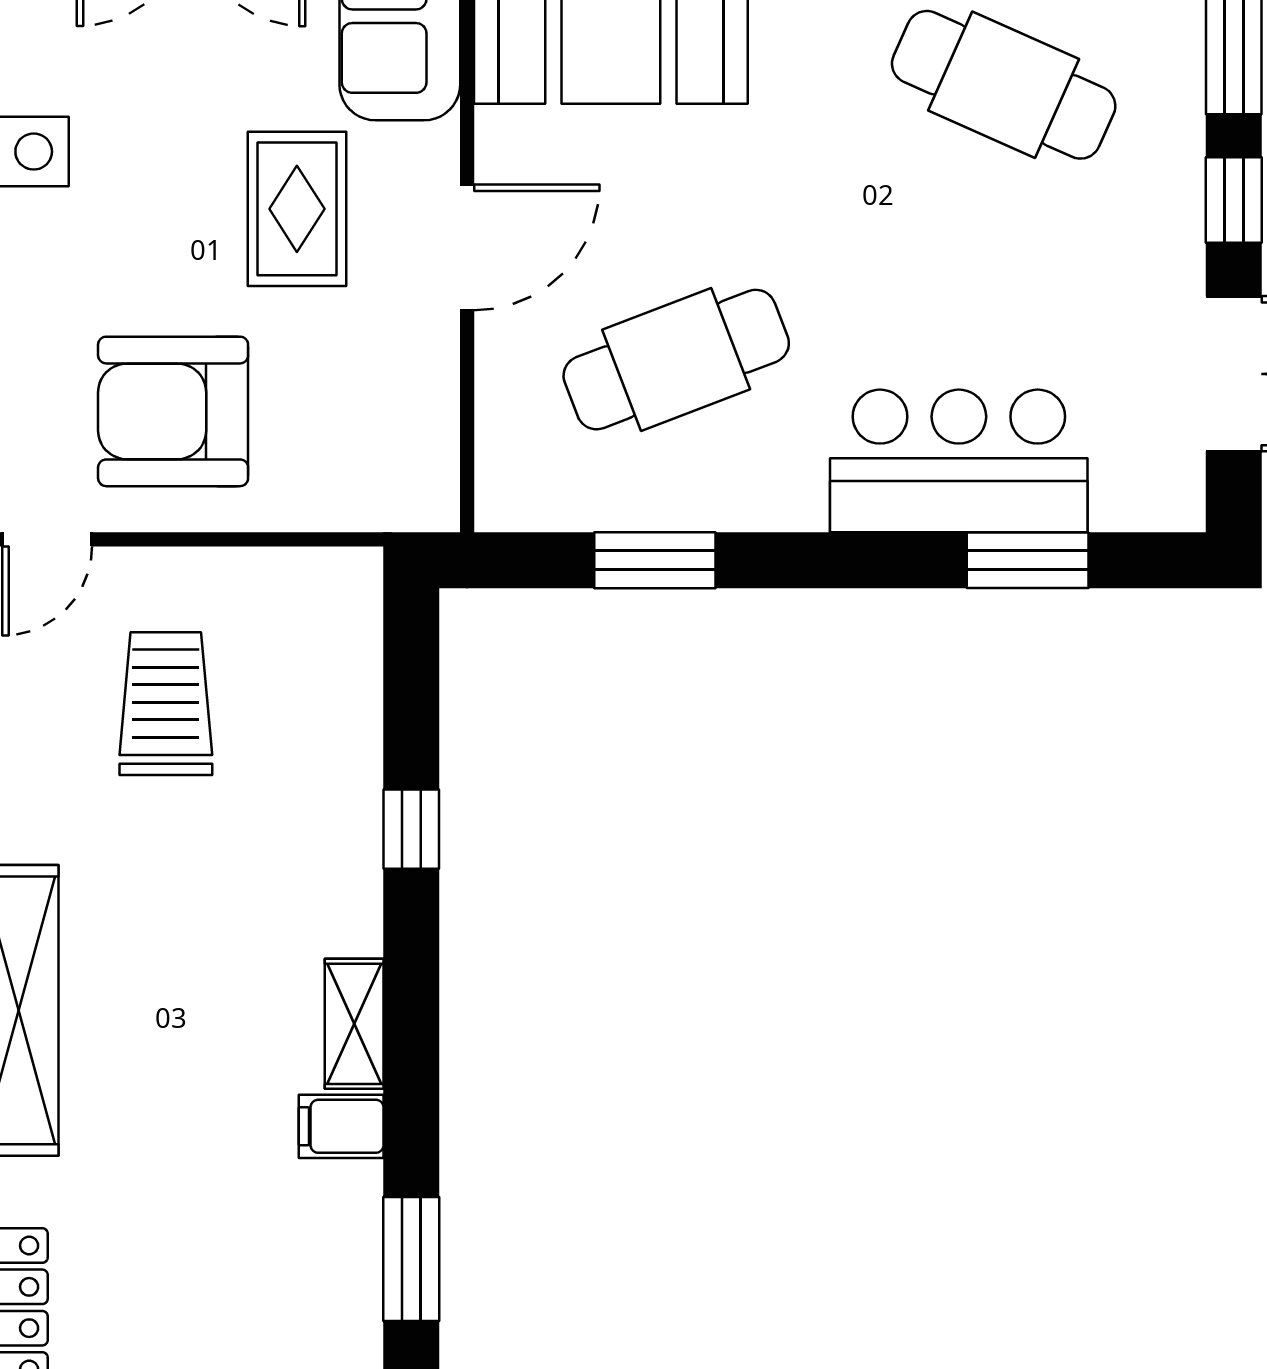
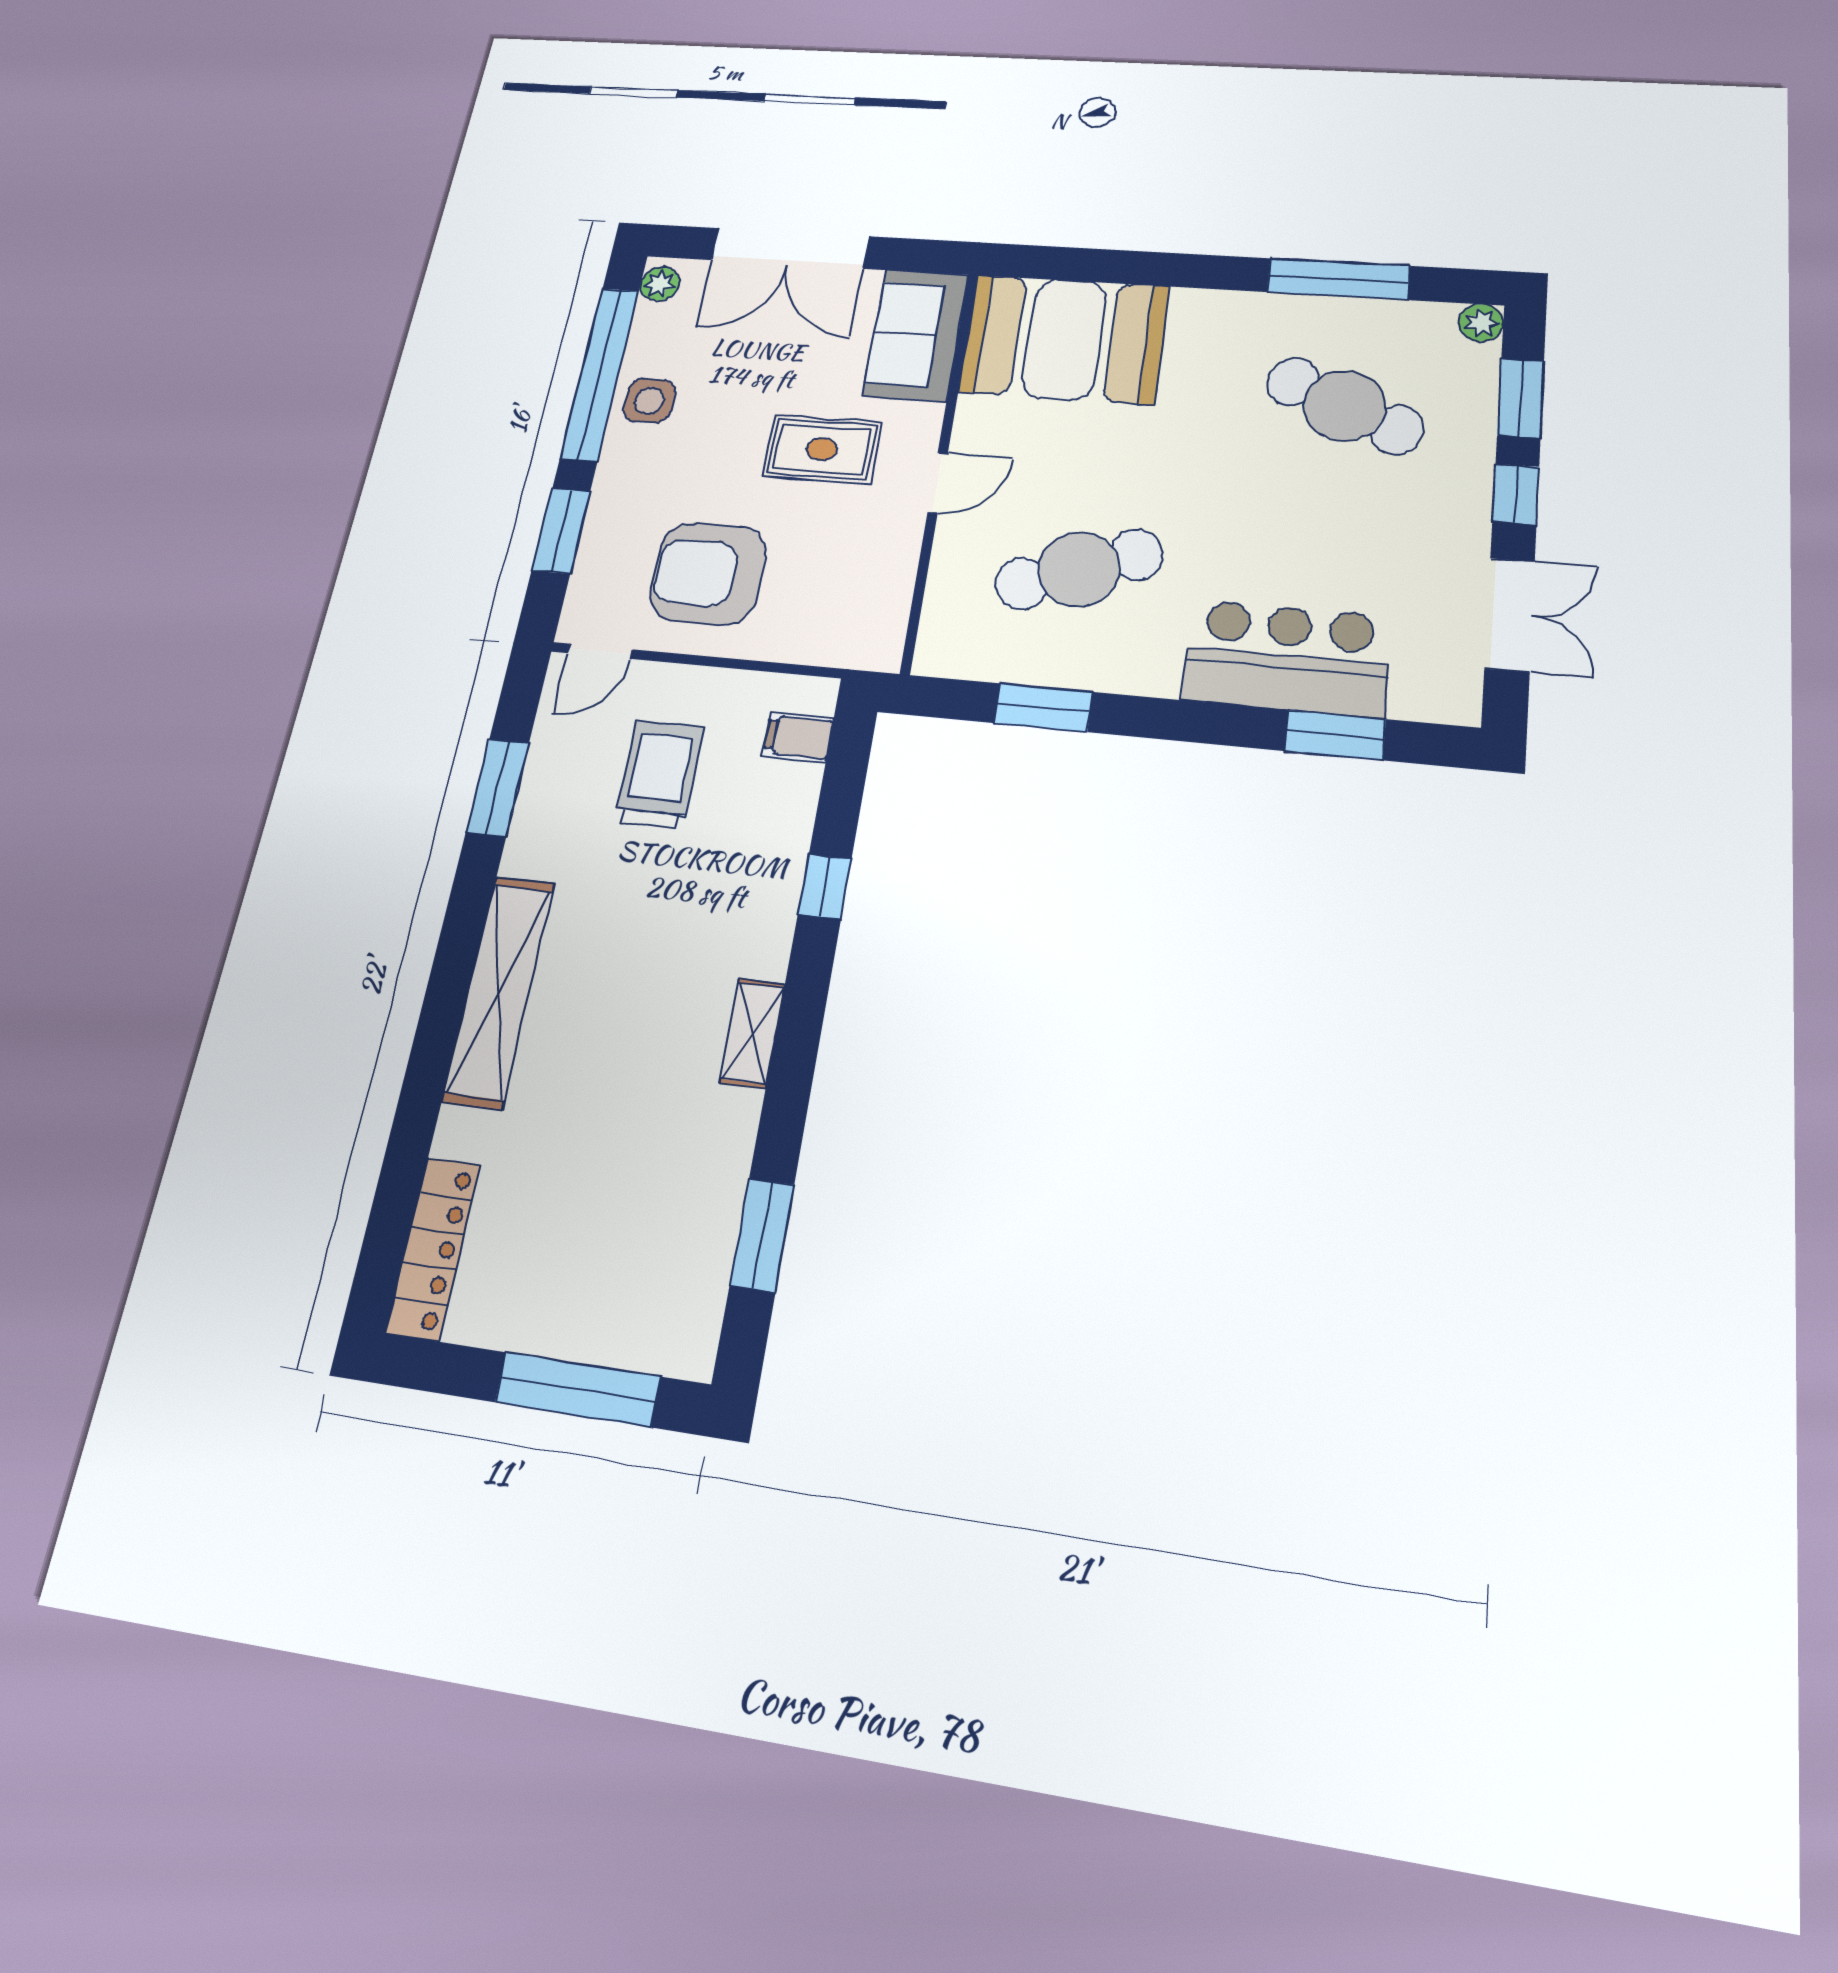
rug: (297, 209) -> (822, 449), turned 90
door: (467, 247) -> (938, 483), width x0.73
filing cabinet: (341, 1126) -> (798, 737), moved

